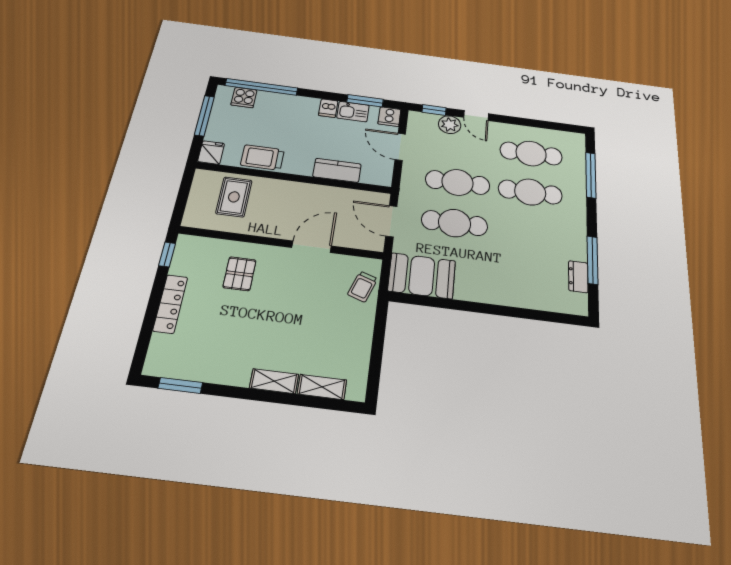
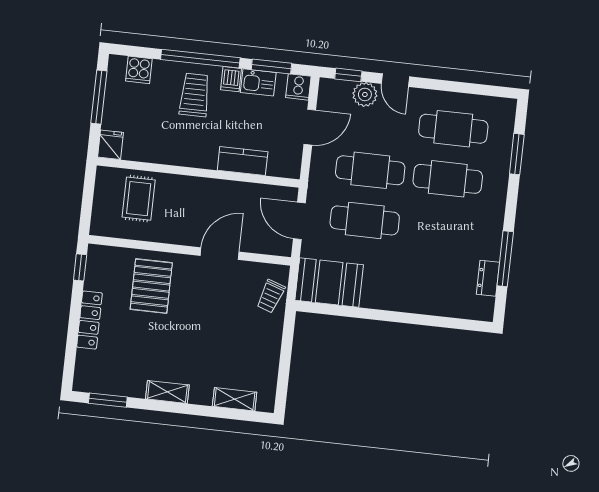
window: (261, 87) -> (200, 59), moved
door: (400, 147) -> (310, 127), swing flipped
trolley: (262, 157) -> (195, 95), moved, turned 90
window: (591, 175) -> (517, 154), width x0.69
pallet: (240, 274) -> (151, 286), width x1.50, depth x1.42
shelving: (274, 381) -> (167, 392), moved

